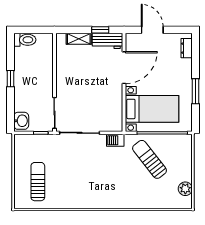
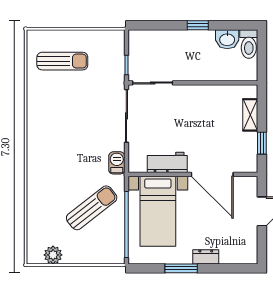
workbench: (107, 41) -> (167, 162), moved, turned 90
dresser: (187, 48) -> (206, 257), moved
washbasin: (21, 121) -> (227, 39), moved

